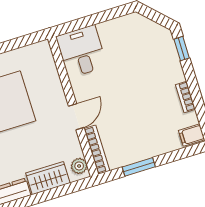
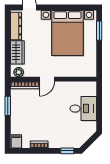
desk: (82, 51) -> (83, 109), moved
door: (76, 117) -> (47, 79), hinge flipped

